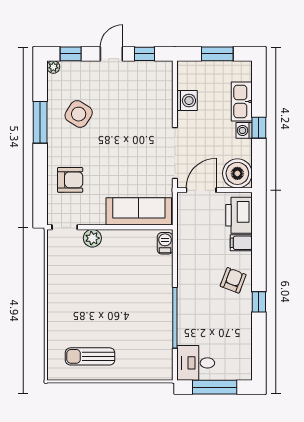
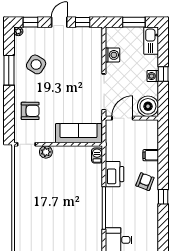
kitchen sink: (242, 102) -> (151, 41), moved
printer: (239, 215) -> (114, 174), moved, turned 180
sun lounger: (90, 356) -> (44, 235), removed

